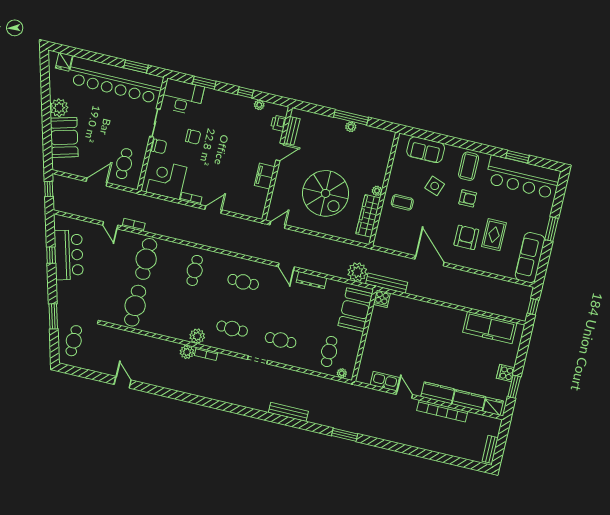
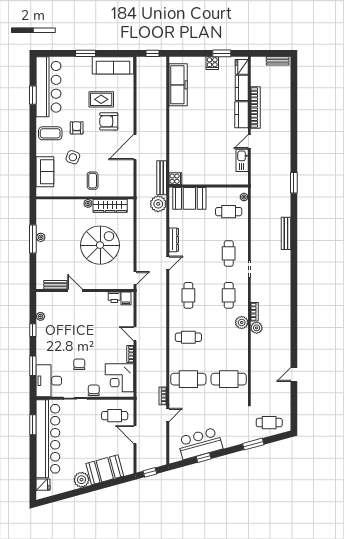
printer: (278, 123) -> (114, 297), moved
filing cabinet: (265, 176) -> (126, 298), moved, width x0.50
door: (278, 225) -> (135, 278), swing flipped

